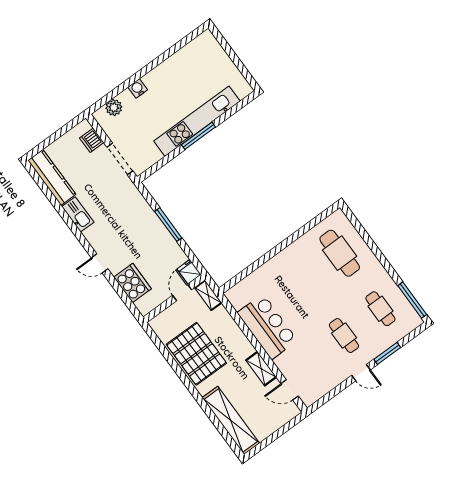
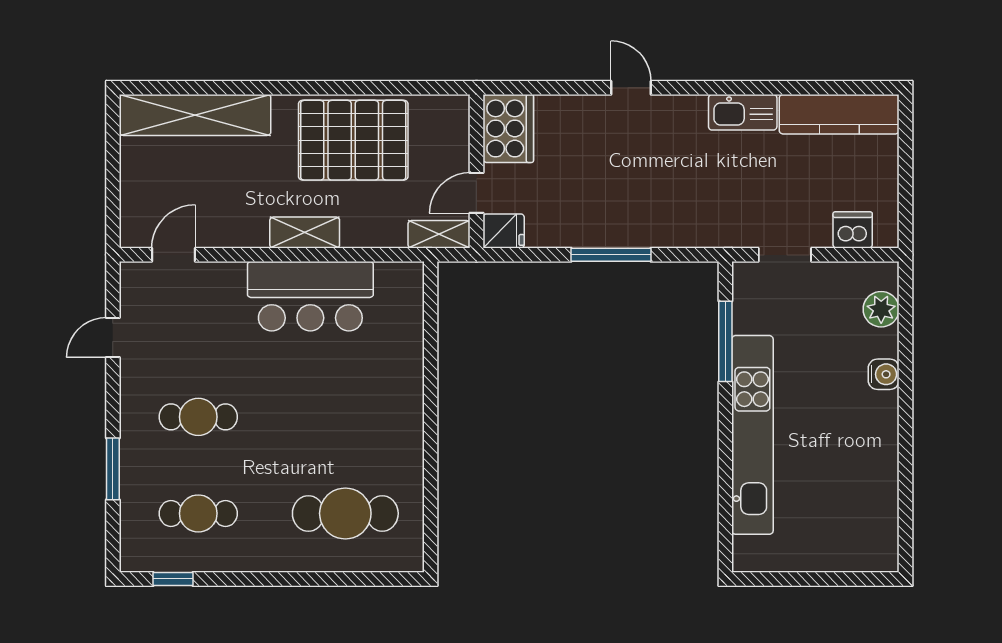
window: (198, 136) -> (725, 341), moved
doorway: (120, 159) -> (785, 255), width x0.73
door: (100, 263) -> (631, 88), hinge flipped
cooker: (132, 283) -> (508, 128), moved, turned -90
door: (182, 293) -> (476, 193), swing flipped
window: (412, 300) -> (173, 579), width x0.46
shelving: (261, 369) -> (305, 233), moved
door: (361, 373) -> (113, 338), moved

